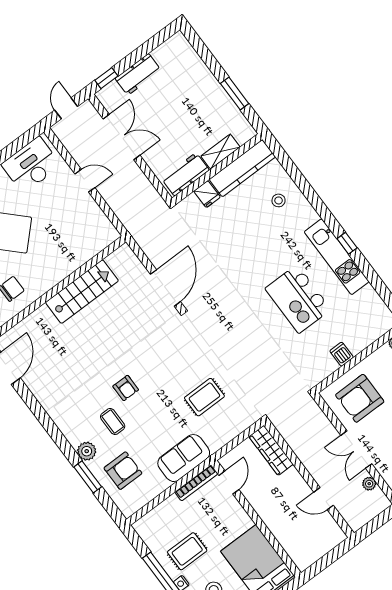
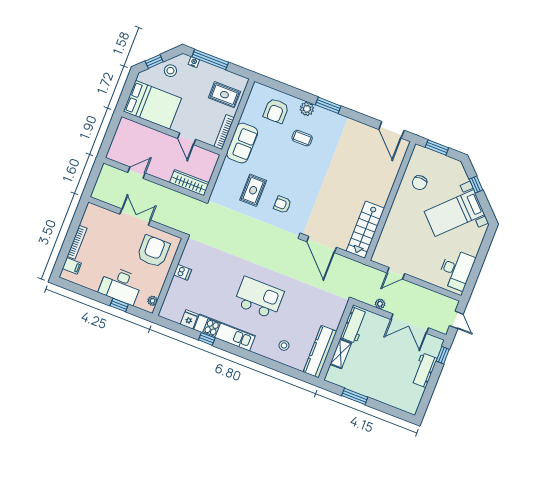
door: (85, 181) -> (396, 273), moved
fridge: (207, 194) -> (189, 319), moved, turned 90
window: (347, 243) -> (207, 339), moved
stairs: (82, 292) -> (365, 230), moved
kitchen island: (298, 299) -> (259, 298), moved
armchair: (126, 388) -> (282, 205), moved
window: (88, 477) -> (328, 105), moved
door: (229, 482) -> (187, 139), moved
plant: (369, 484) -> (380, 304), moved
rug: (187, 551) -> (224, 95), moved, turned 90

